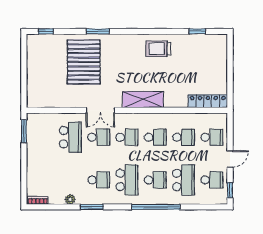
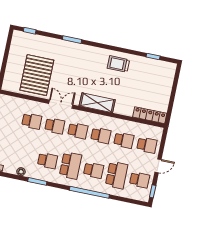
pallet: (84, 62) -> (37, 75), moved
double door: (100, 110) -> (61, 104), swing flipped
school desk: (70, 137) -> (32, 121), width x0.54

